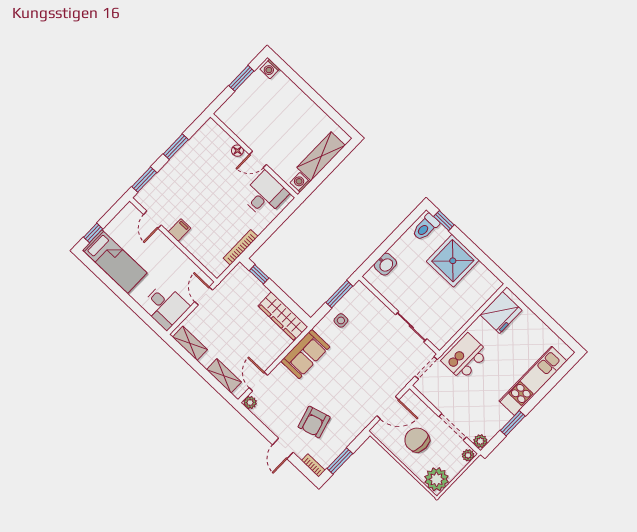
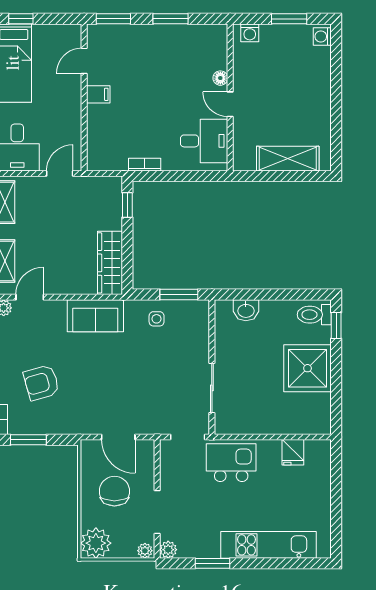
washing machine: (300, 182) -> (250, 33), moved, turned 180
bookcase: (241, 247) -> (145, 165), width x0.64
fridge: (501, 313) -> (293, 452), width x0.53, depth x0.75

